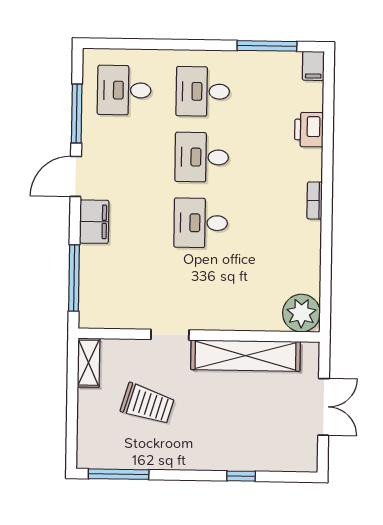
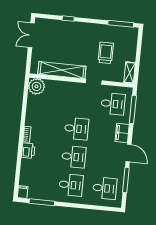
printer: (309, 130) -> (28, 151), moved
door: (76, 176) -> (129, 153), hinge flipped
desk: (121, 287) -> (113, 104), added
trolley: (147, 404) -> (106, 53), turned 73
double door: (324, 407) -> (31, 35), moved

